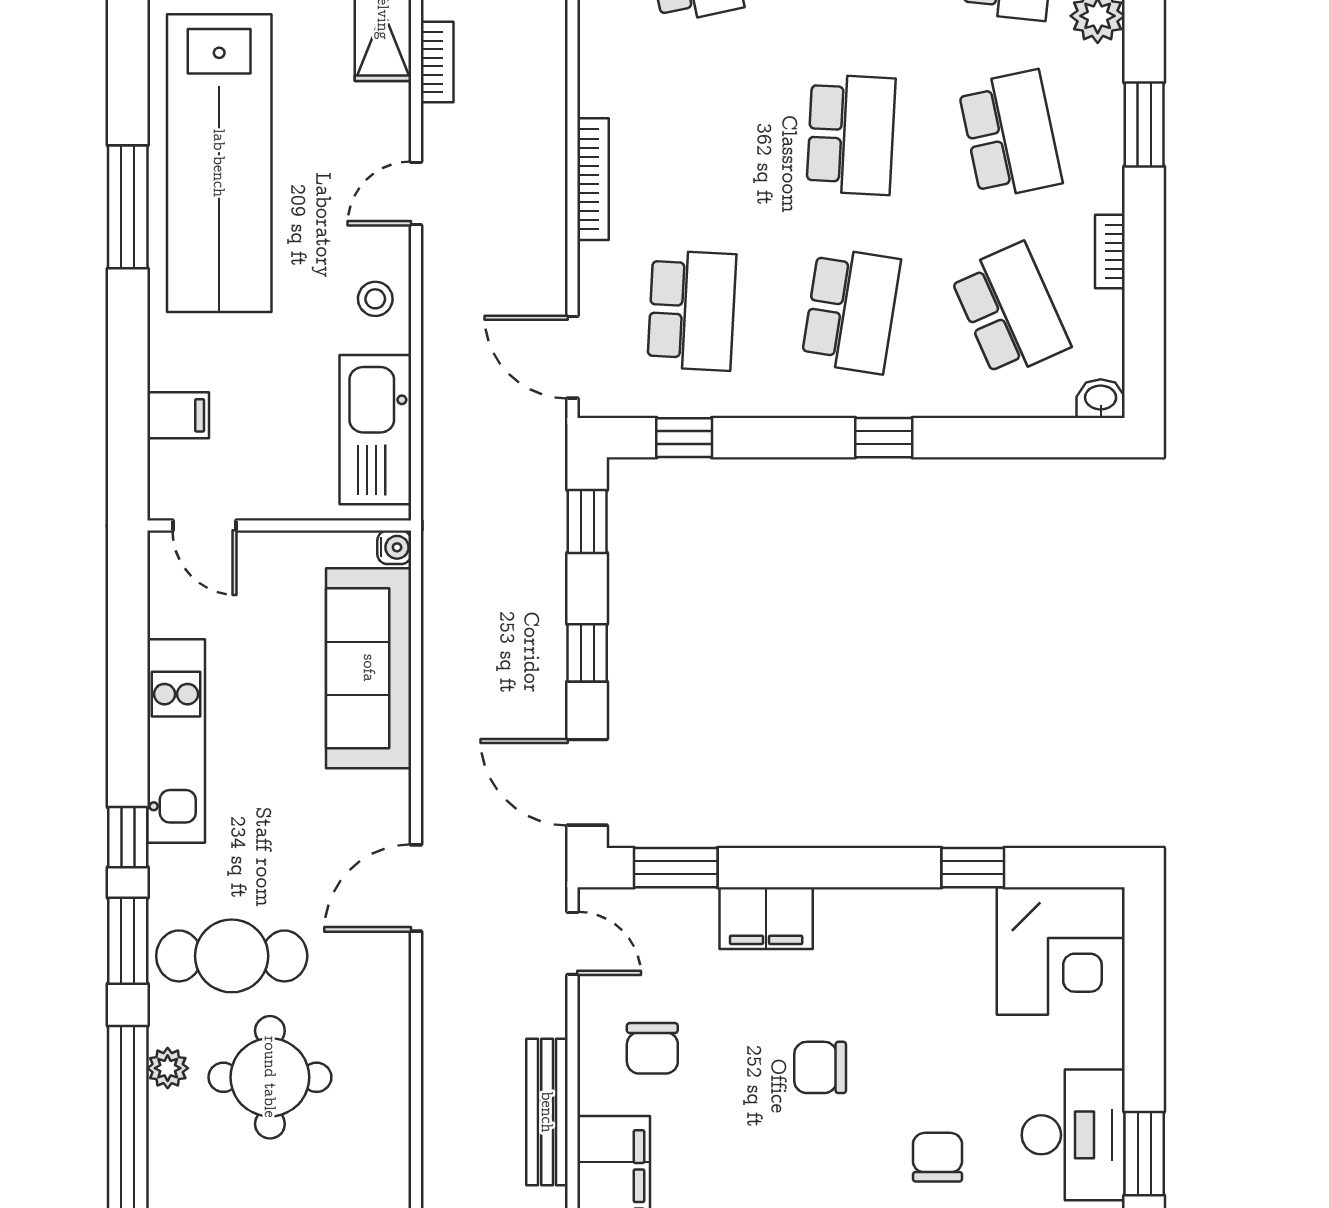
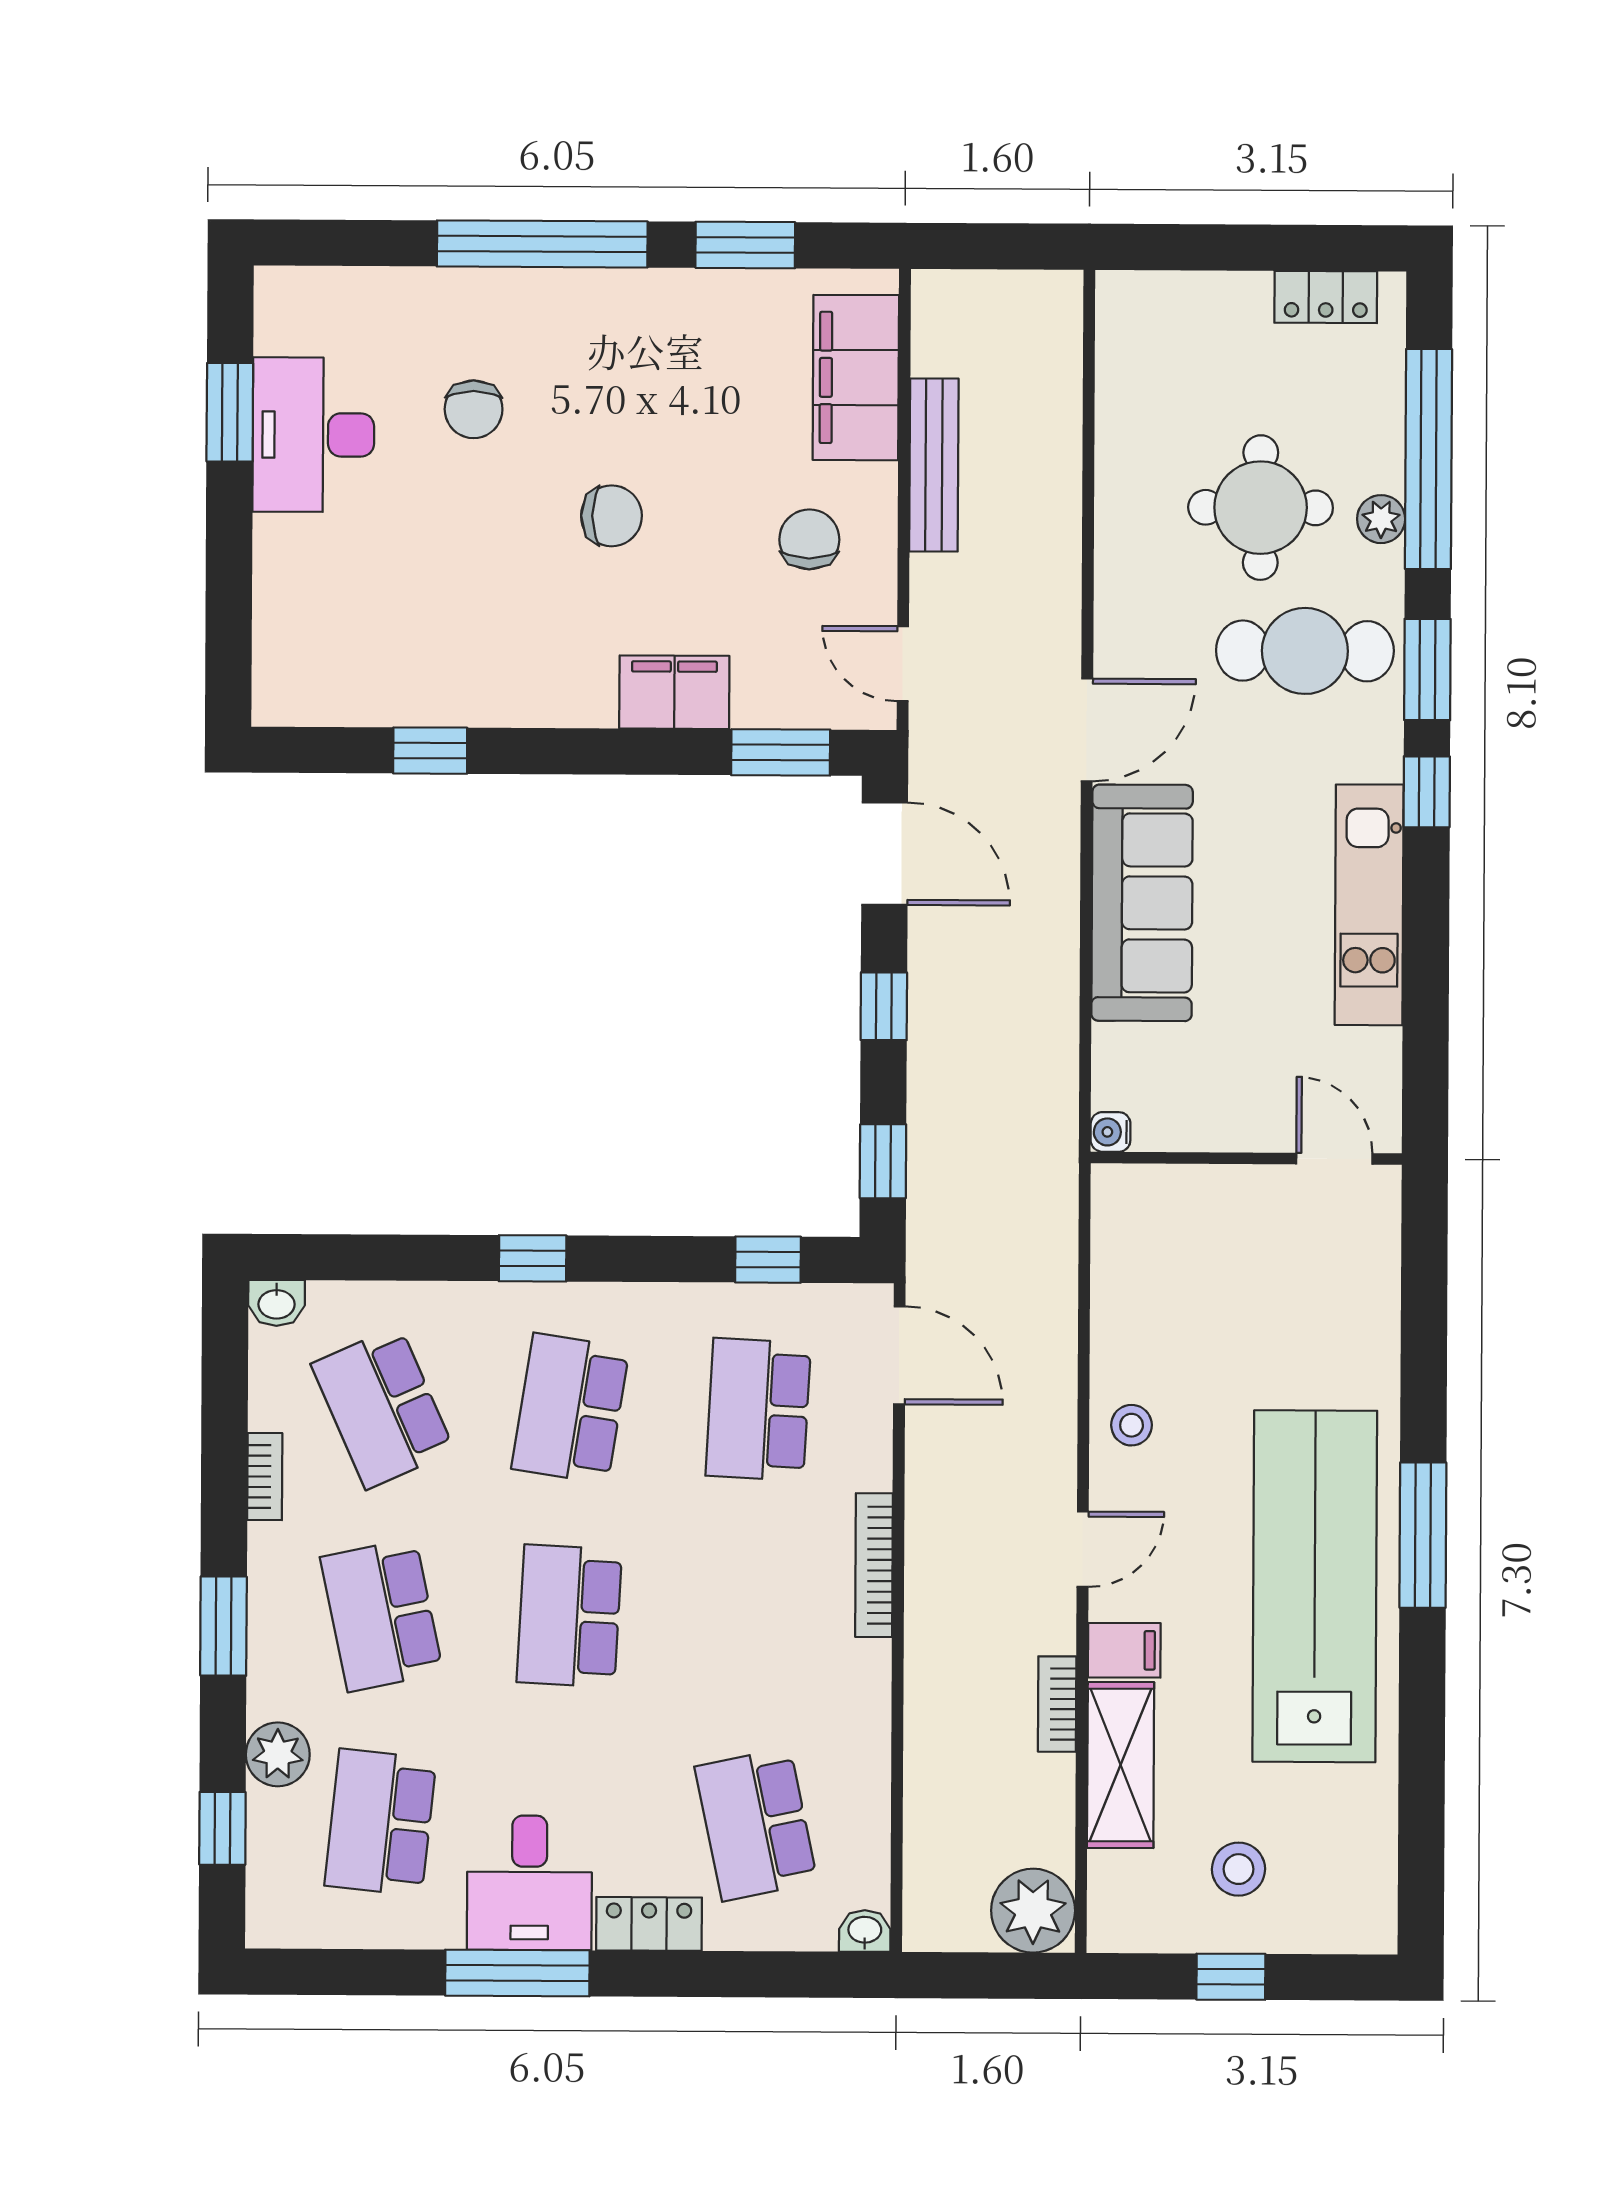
filing cabinet: (178, 415) -> (1124, 1650), moved, turned 180
kitchen sink: (375, 430) -> (1132, 1271), removed
sofa: (369, 668) -> (1142, 903), moved
corner desk: (1061, 951) -> (327, 652), removed

